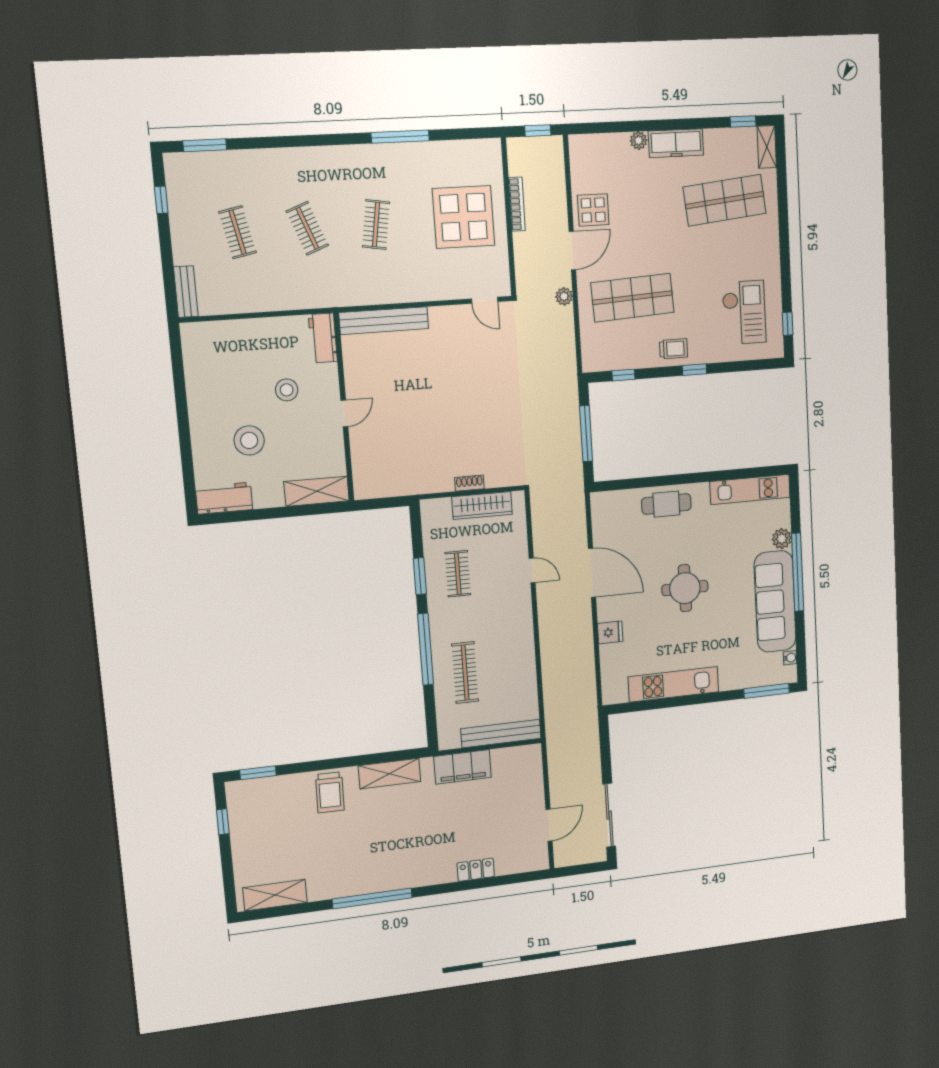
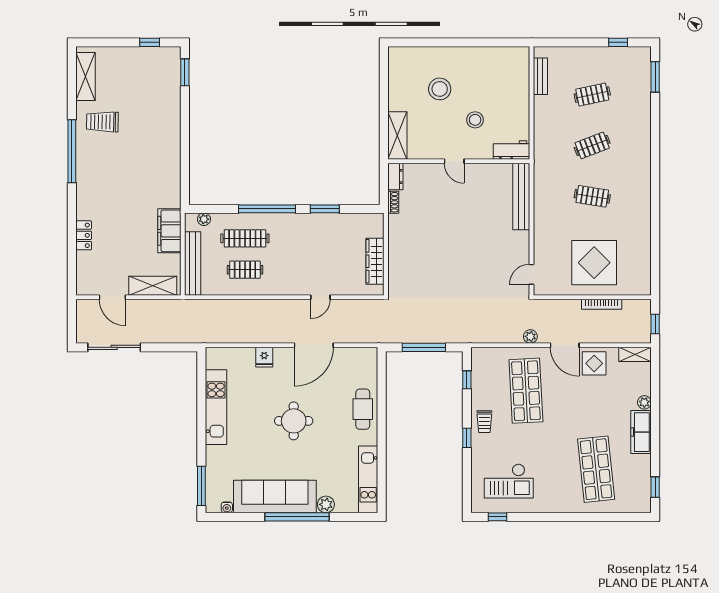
window: (400, 137) -> (655, 219), removed
shelving: (767, 147) -> (635, 354), moved
bench: (186, 292) -> (540, 76), moved, turned 90
shoe rack: (469, 483) -> (393, 202), moved
dresser: (371, 489) -> (395, 177), added
workbench: (224, 498) -> (398, 67), removed
clothes rail: (458, 574) -> (245, 270), moved
plant: (445, 726) -> (204, 219), added
shelving: (389, 774) -> (153, 286), moved, turned 90
trolley: (330, 792) -> (102, 122), moved

